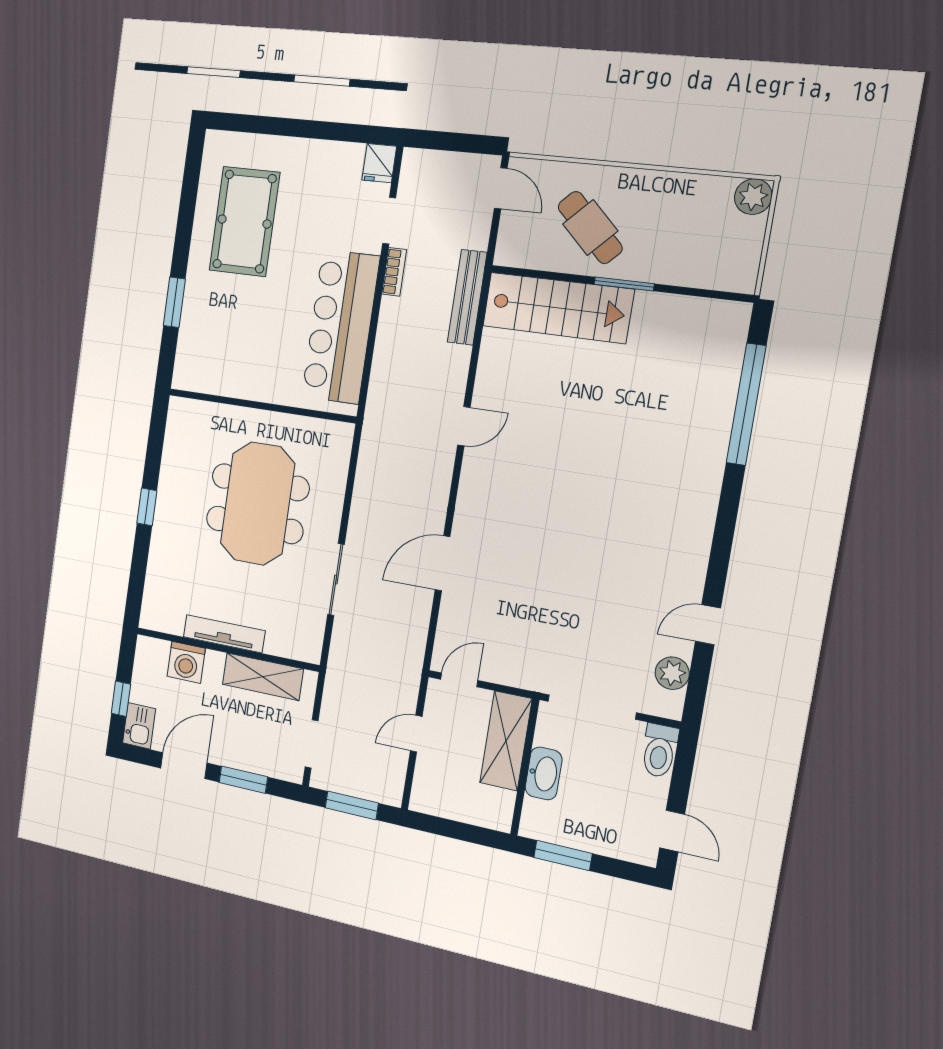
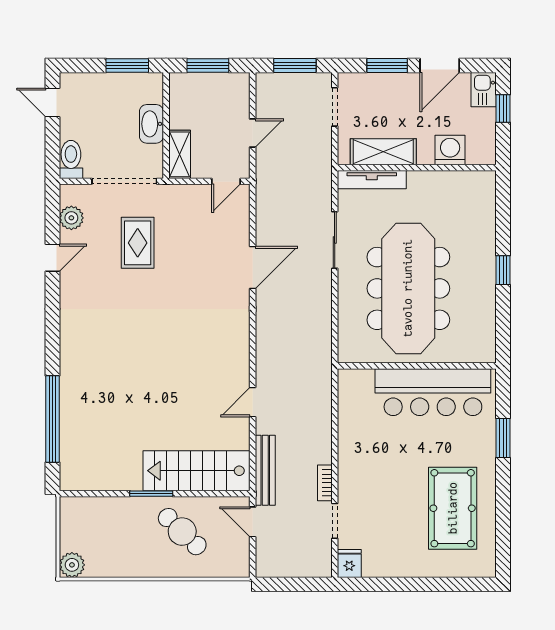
door: (501, 188) -> (253, 522), moved
bar counter: (341, 327) -> (433, 392), moved, turned 90
door: (464, 426) -> (253, 402), moved
meeting table: (257, 504) -> (408, 288), width x1.36
rug: (587, 623) -> (138, 243), added
tv unit: (224, 634) -> (372, 180), moved
shelving: (506, 741) -> (180, 154), width x0.67, depth x0.75
window: (459, 831) -> (208, 65), added

